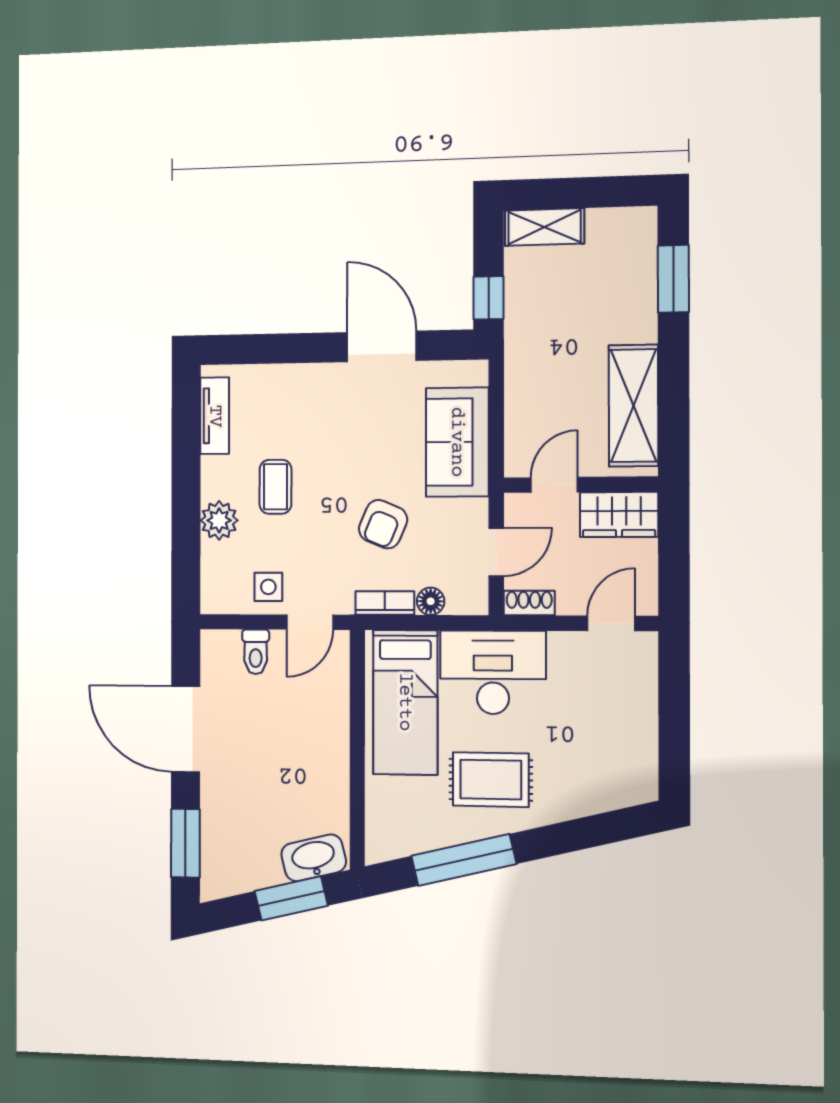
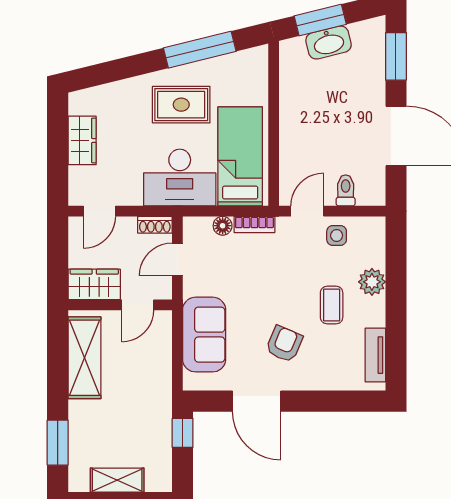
shelving: (545, 227) -> (117, 480), moved
armchair: (383, 524) -> (284, 344), moved
wardrobe: (637, 729) -> (82, 140), added
washbasin: (314, 858) -> (329, 43), moved

